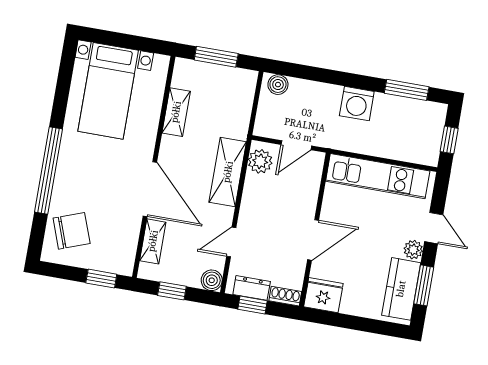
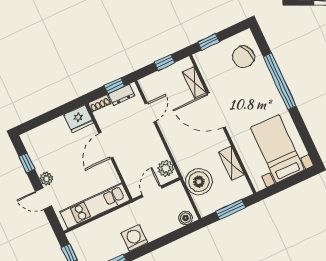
shelving: (228, 172) -> (180, 150), removed
boiler: (212, 280) -> (199, 182), moved, width x1.86, depth x1.86
window: (424, 285) -> (27, 163), width x0.67
kitchen counter: (401, 289) -> (38, 152), removed

